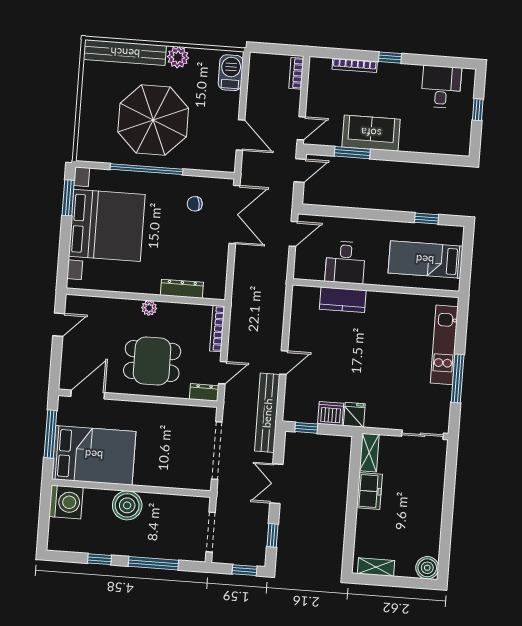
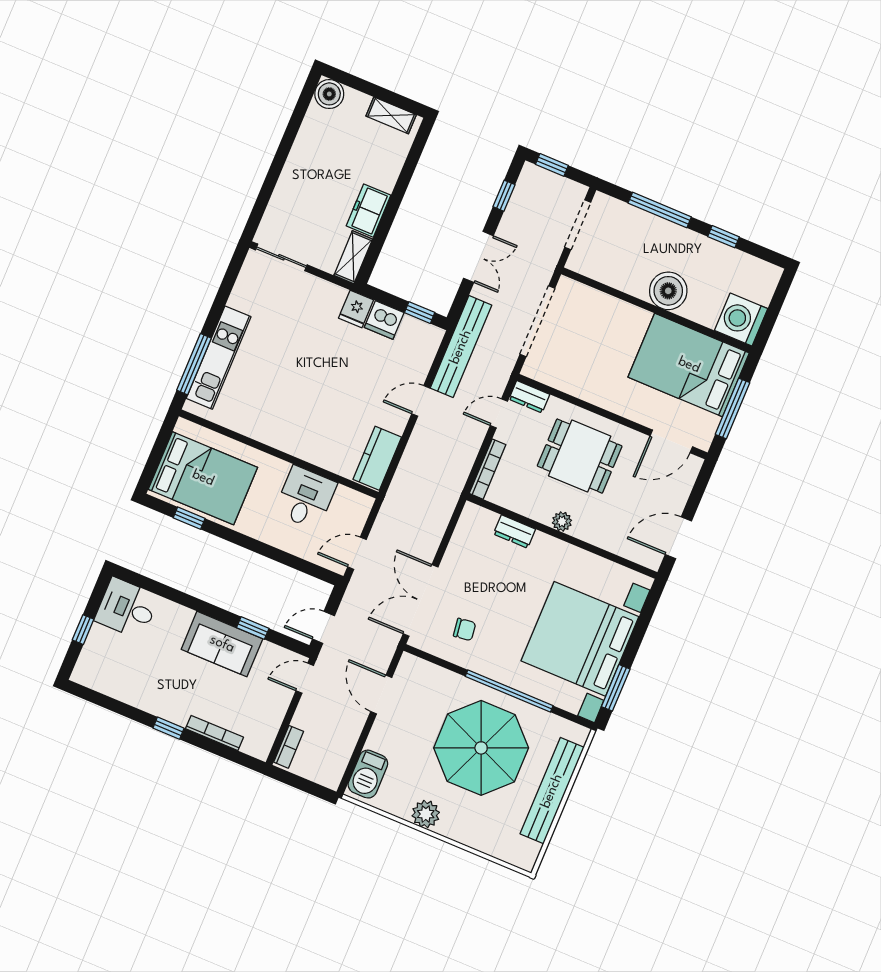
bench: (125, 53) -> (552, 791), moved, turned 90
desk: (441, 87) -> (127, 608), moved, turned 90
window: (352, 153) -> (253, 628), width x0.67
bed: (425, 260) -> (203, 478), width x1.50
dresser: (182, 289) -> (514, 531), width x0.70
kitchen counter: (343, 300) -> (377, 458), moved, turned -90
door: (59, 325) -> (678, 538), width x1.38
window: (458, 378) -> (194, 364), moved

